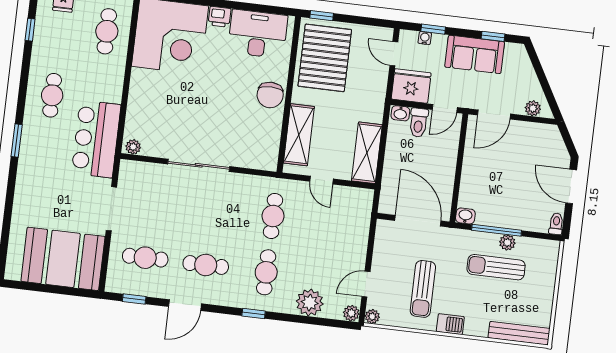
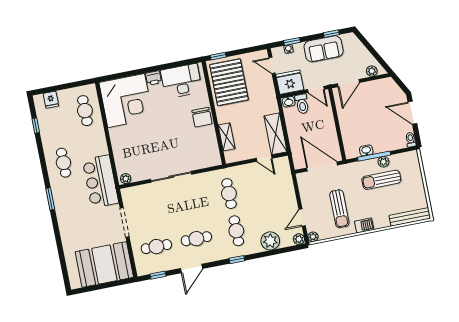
door: (445, 108) -> (316, 89), hinge flipped
shelving: (299, 135) -> (227, 137), width x0.67, depth x0.75
door: (322, 180) -> (264, 158), moved
washbasin: (465, 216) -> (366, 151), moved

